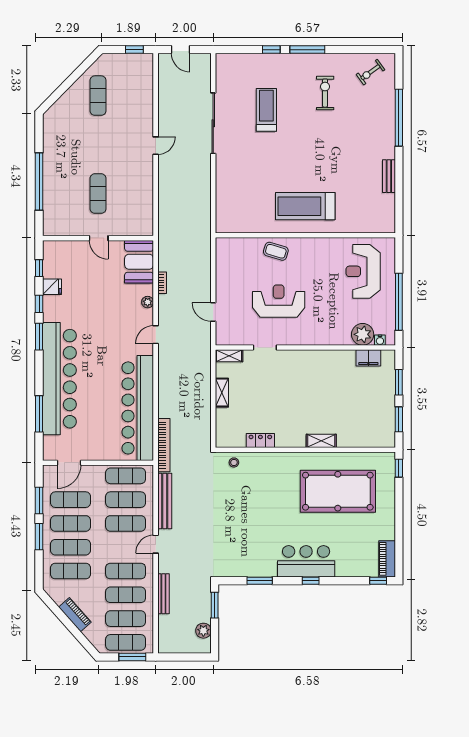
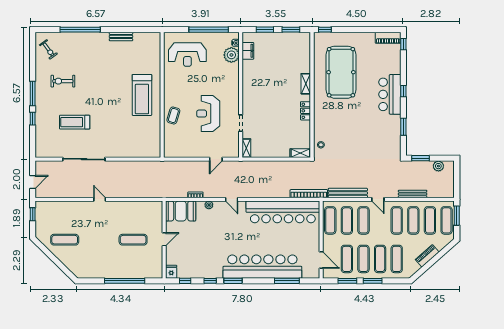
fridge: (52, 287) -> (171, 272), moved
shelving: (222, 393) -> (300, 153), moved
locker: (260, 440) -> (306, 111), moved

